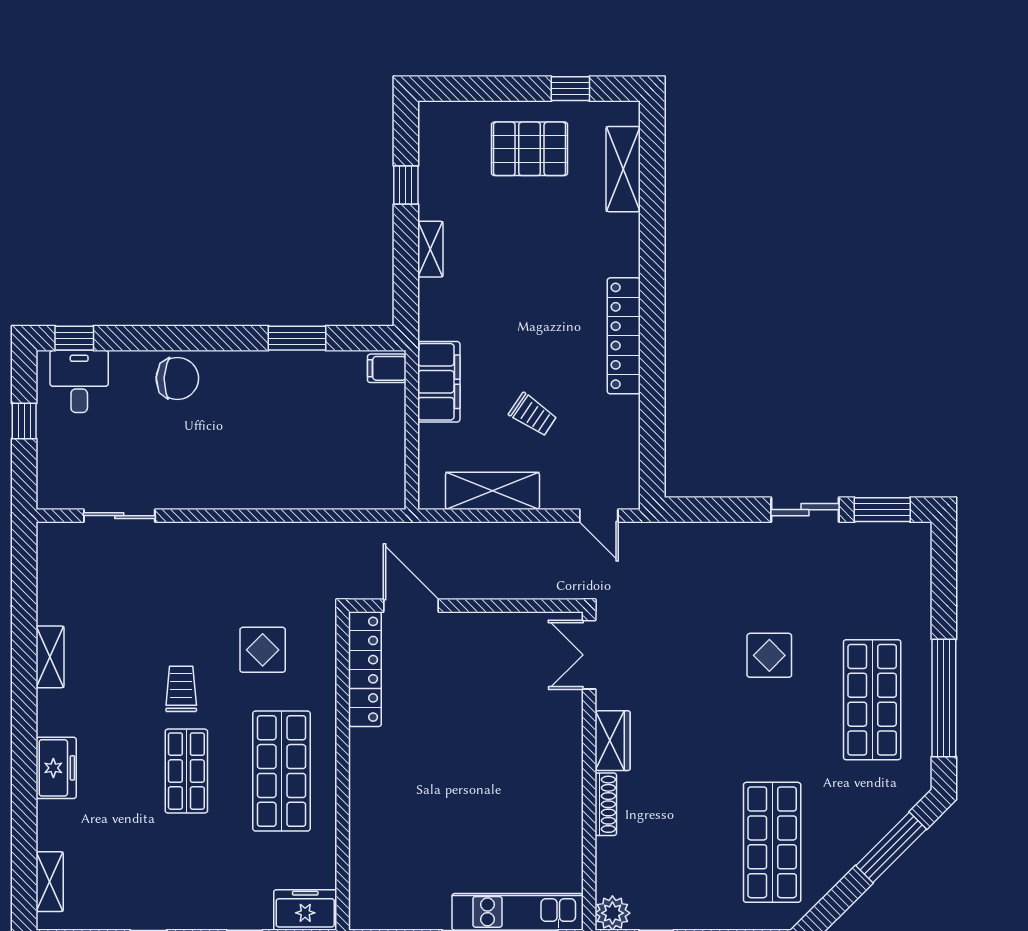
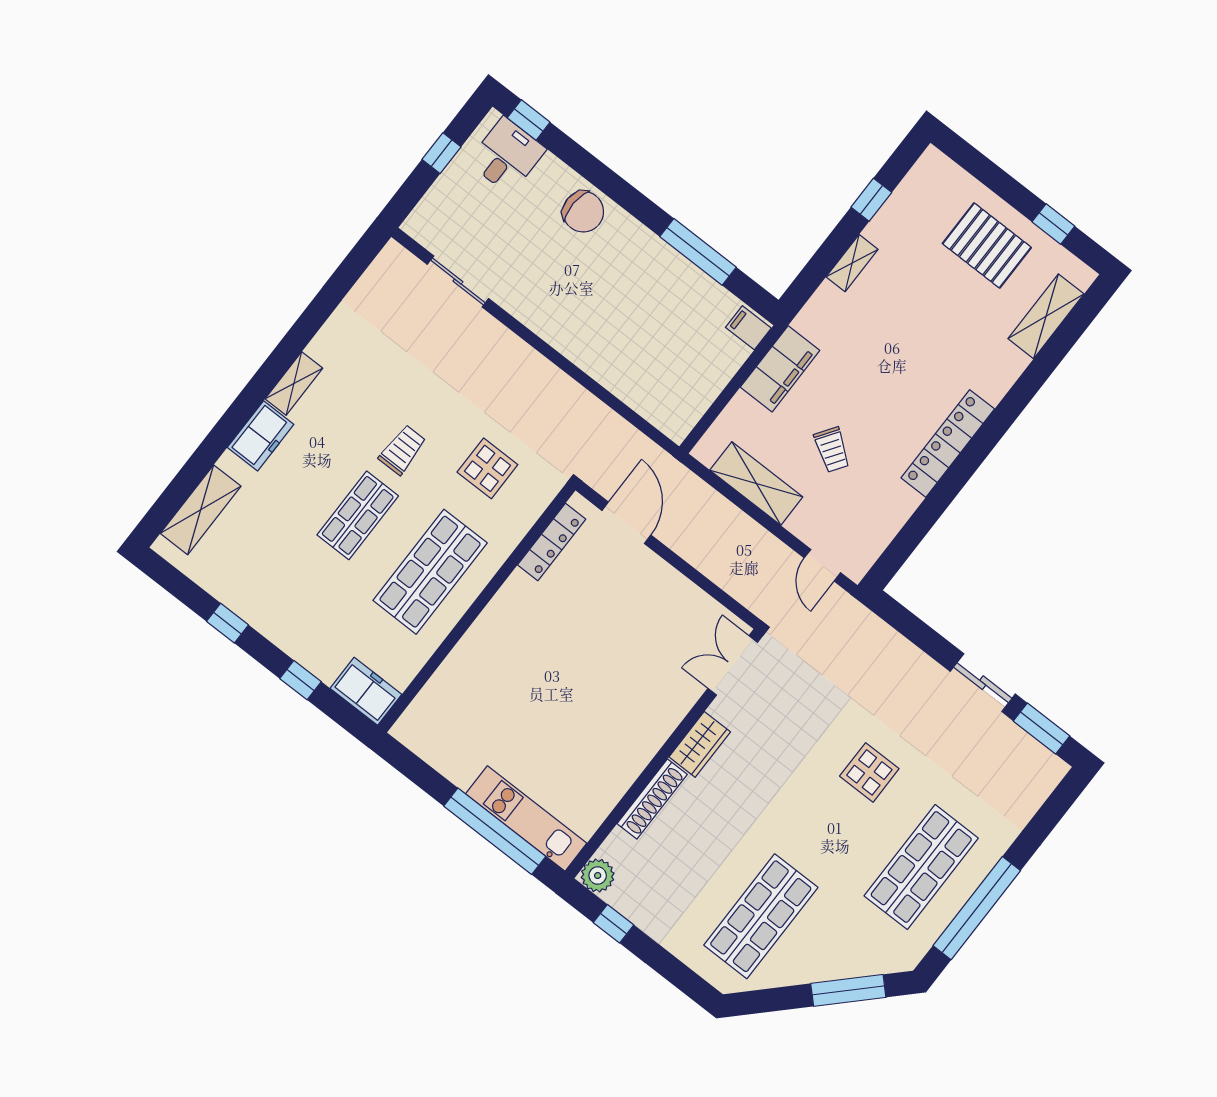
window: (297, 338) -> (698, 252), width x1.44
shelving: (50, 657) -> (294, 384), moved
locker: (365, 669) -> (552, 542), width x0.71, depth x0.83
shoe rack: (606, 804) -> (652, 799), width x1.36, depth x1.24
shelving: (50, 882) -> (201, 510), width x1.50, depth x1.33

